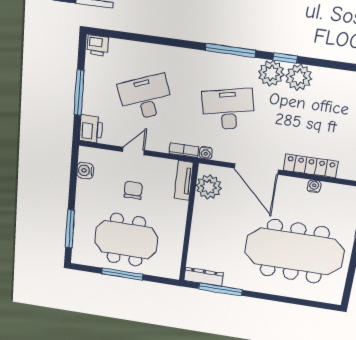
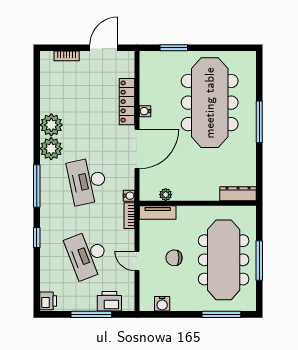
window: (285, 58) -> (37, 237), moved
printer: (91, 129) -> (109, 301), moved
water cooler: (314, 186) -> (145, 111), moved
plant: (209, 187) -> (166, 195), width x0.53, depth x0.53
meeting table: (126, 240) -> (224, 260), width x1.36
dresser: (204, 277) -> (238, 194), moved, turned 90
window: (220, 289) -> (259, 122), moved

